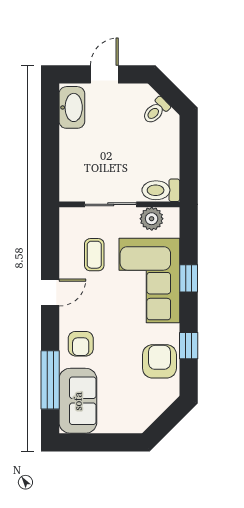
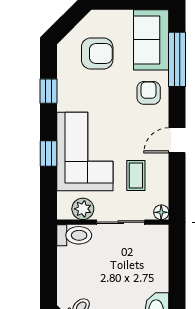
floor lamp: (67, 215) -> (161, 212), added
armchair: (159, 361) -> (97, 53), moved, turned -90

